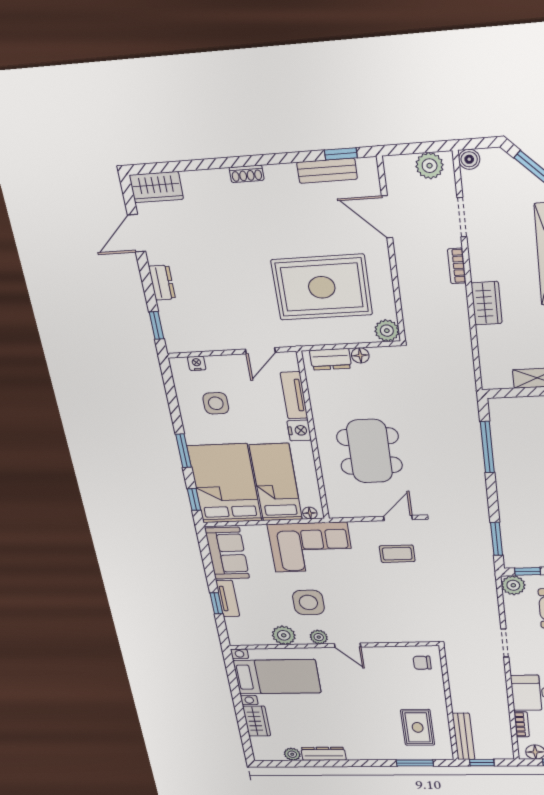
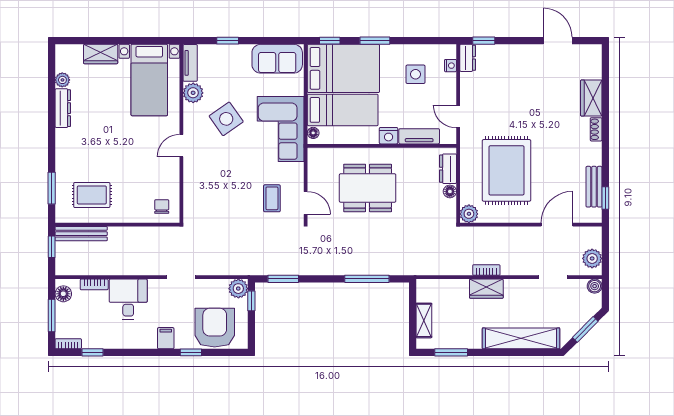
wardrobe: (156, 187) -> (591, 98), moved
bookcase: (457, 266) -> (486, 270), moved
dresser: (162, 283) -> (468, 58), moved, turned -90
tv unit: (228, 598) -> (190, 63), moved, turned -90
side table: (308, 602) -> (226, 119), turned -35
plant: (319, 637) -> (191, 122), removed

